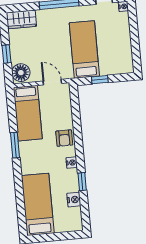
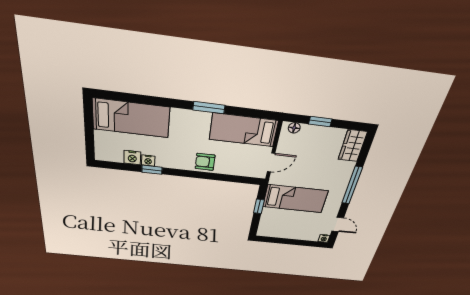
floor lamp: (21, 73) -> (294, 128), width x0.53, depth x0.53
nightstand: (72, 163) -> (148, 161), moved

